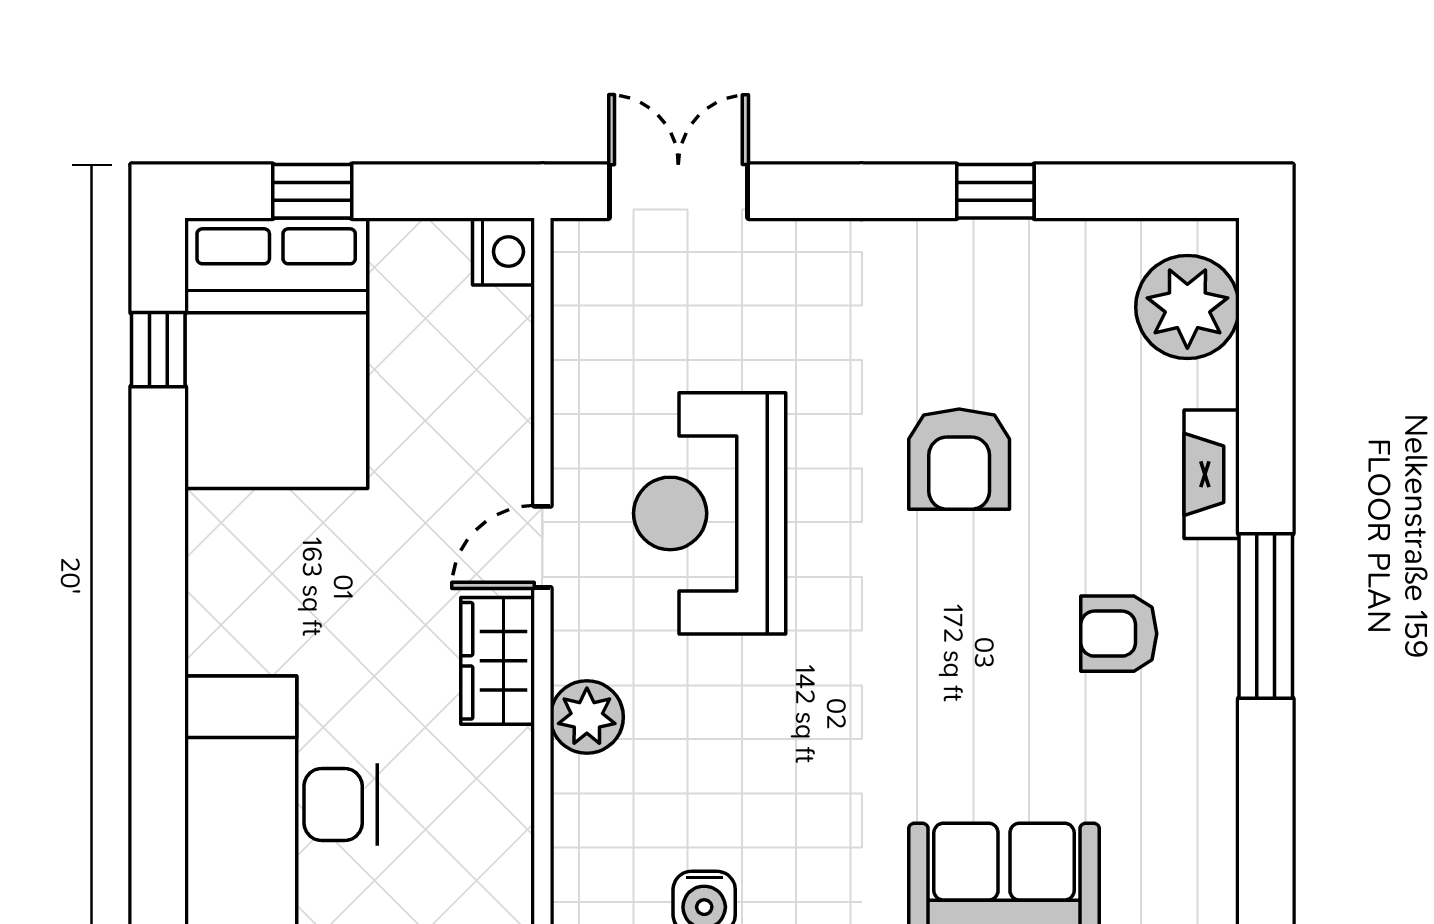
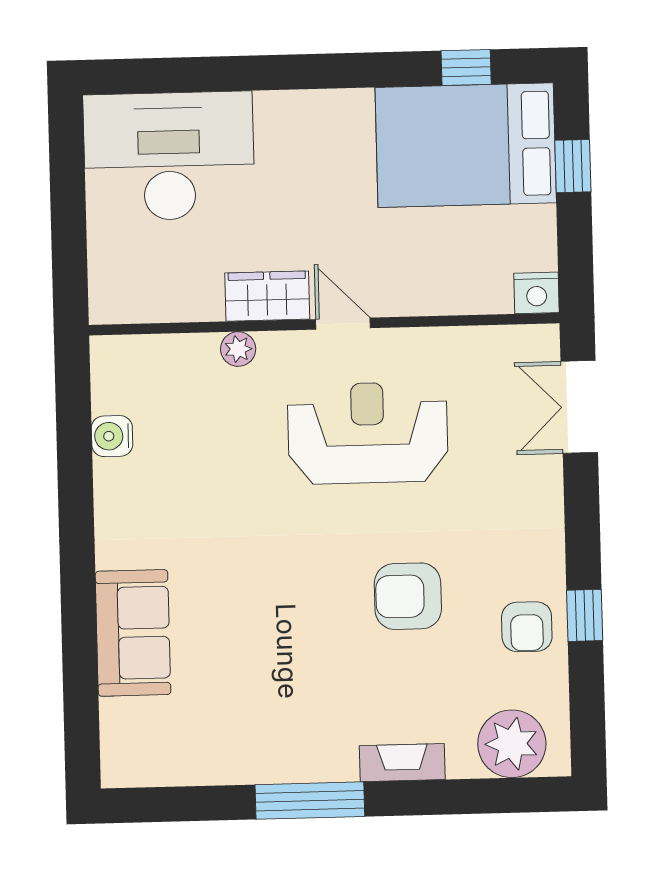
double door: (678, 191) -> (579, 407), swing flipped
armchair: (1119, 634) -> (527, 627), moved, turned 180
plant: (587, 717) -> (238, 349), width x0.73, depth x0.73

